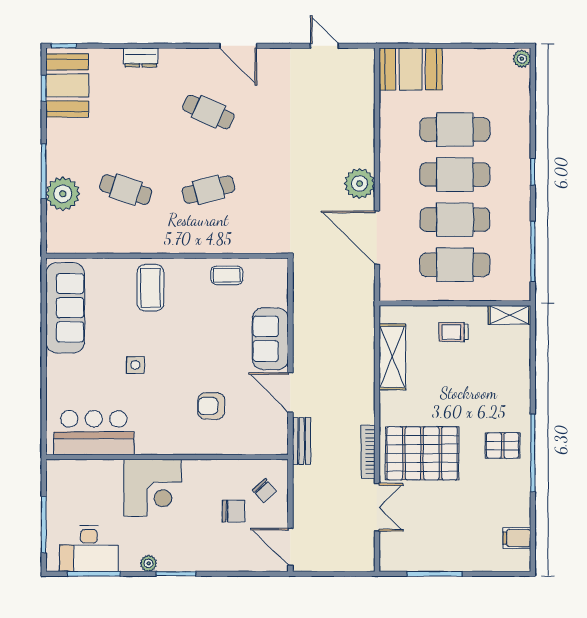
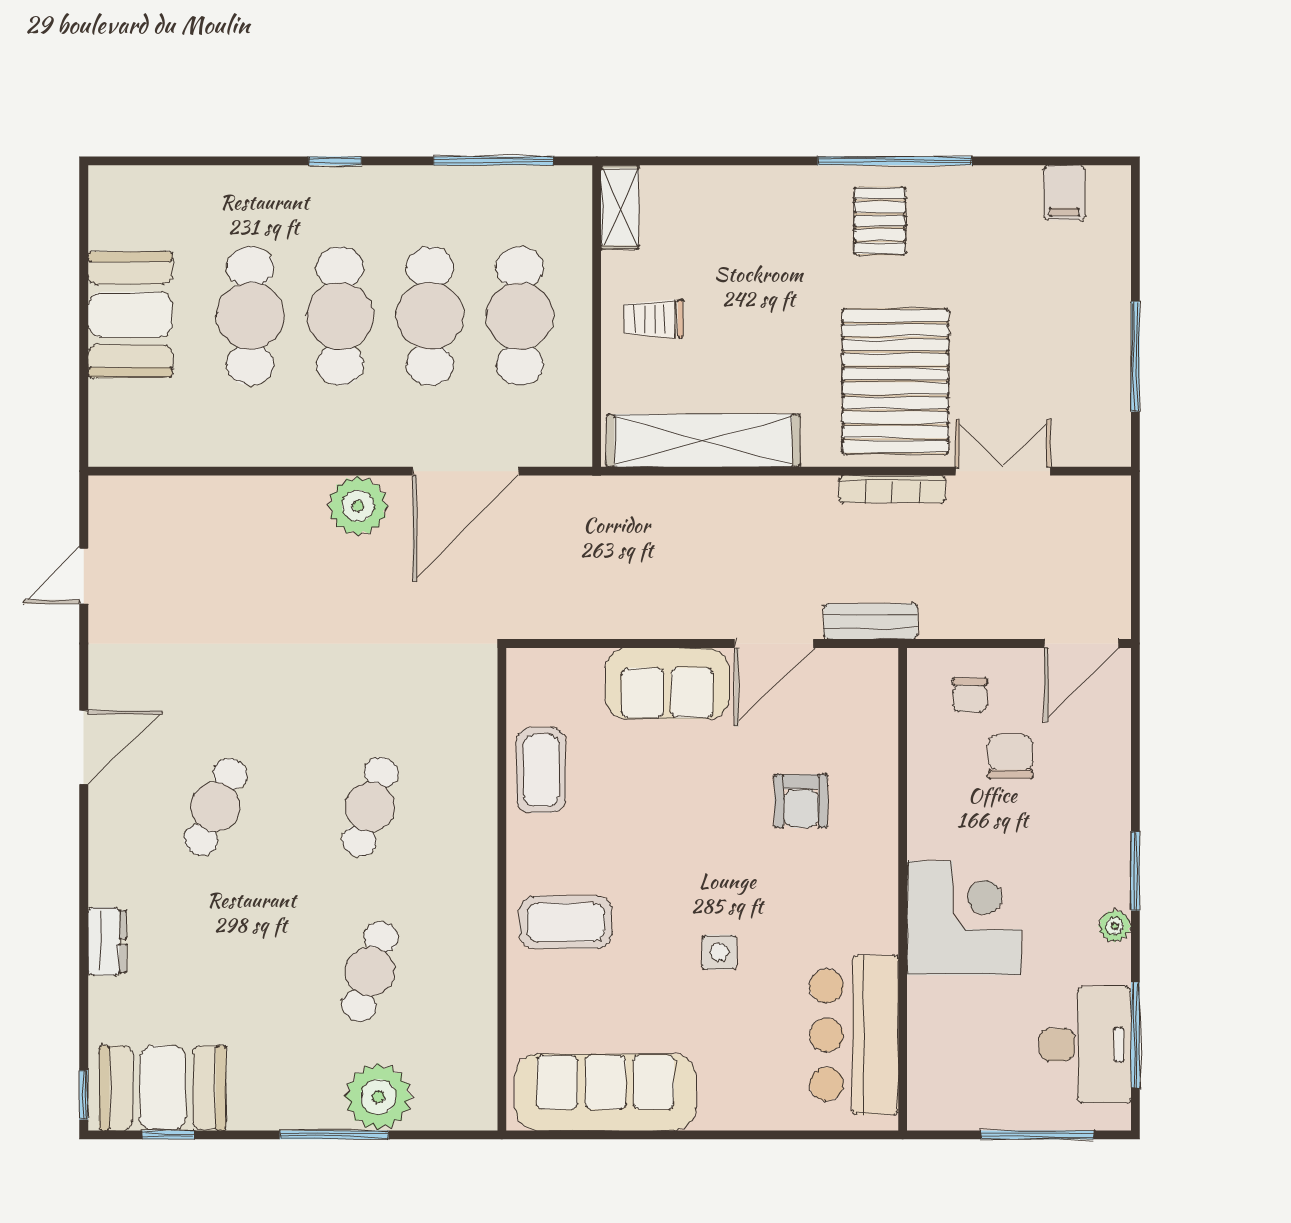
plant: (522, 59) -> (109, 183), removed
booth: (411, 69) -> (130, 315), moved
cafe table: (208, 190) -> (370, 807), turned 33
coffee table: (227, 275) -> (541, 770), width x1.36, depth x1.30
trolley: (453, 332) -> (654, 319), turned 90
shelving: (392, 357) -> (703, 441), width x1.47
chair: (264, 491) -> (970, 695), turned 132

